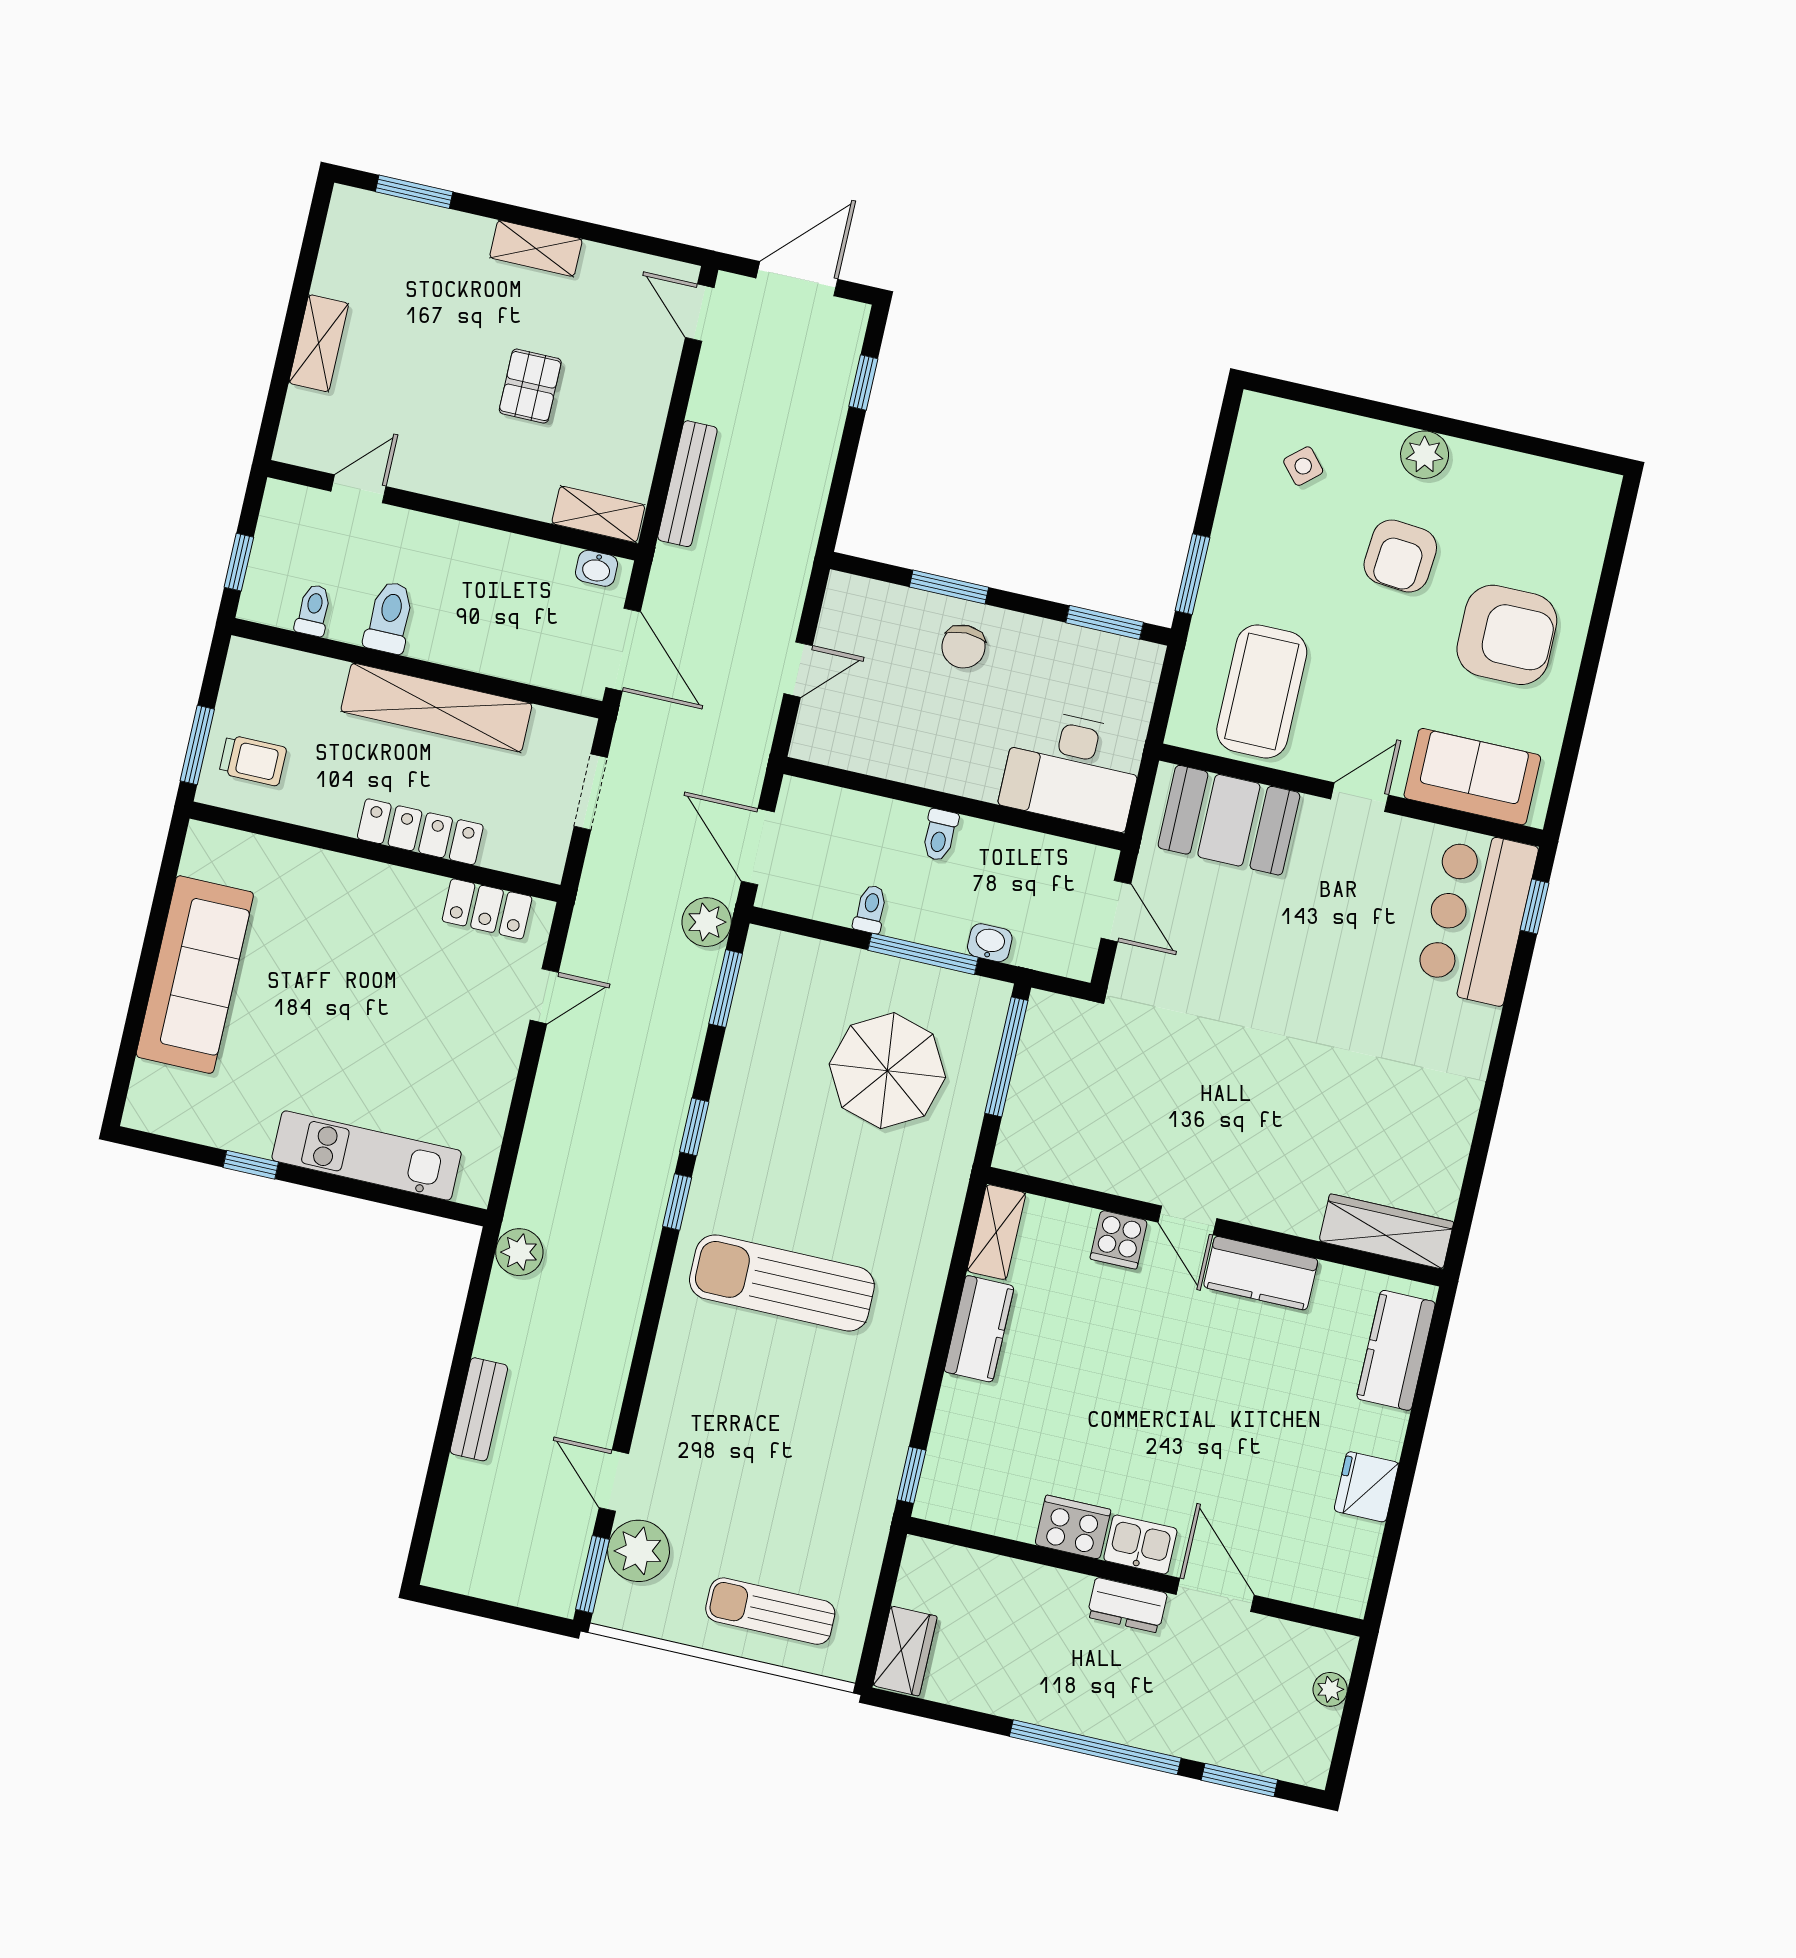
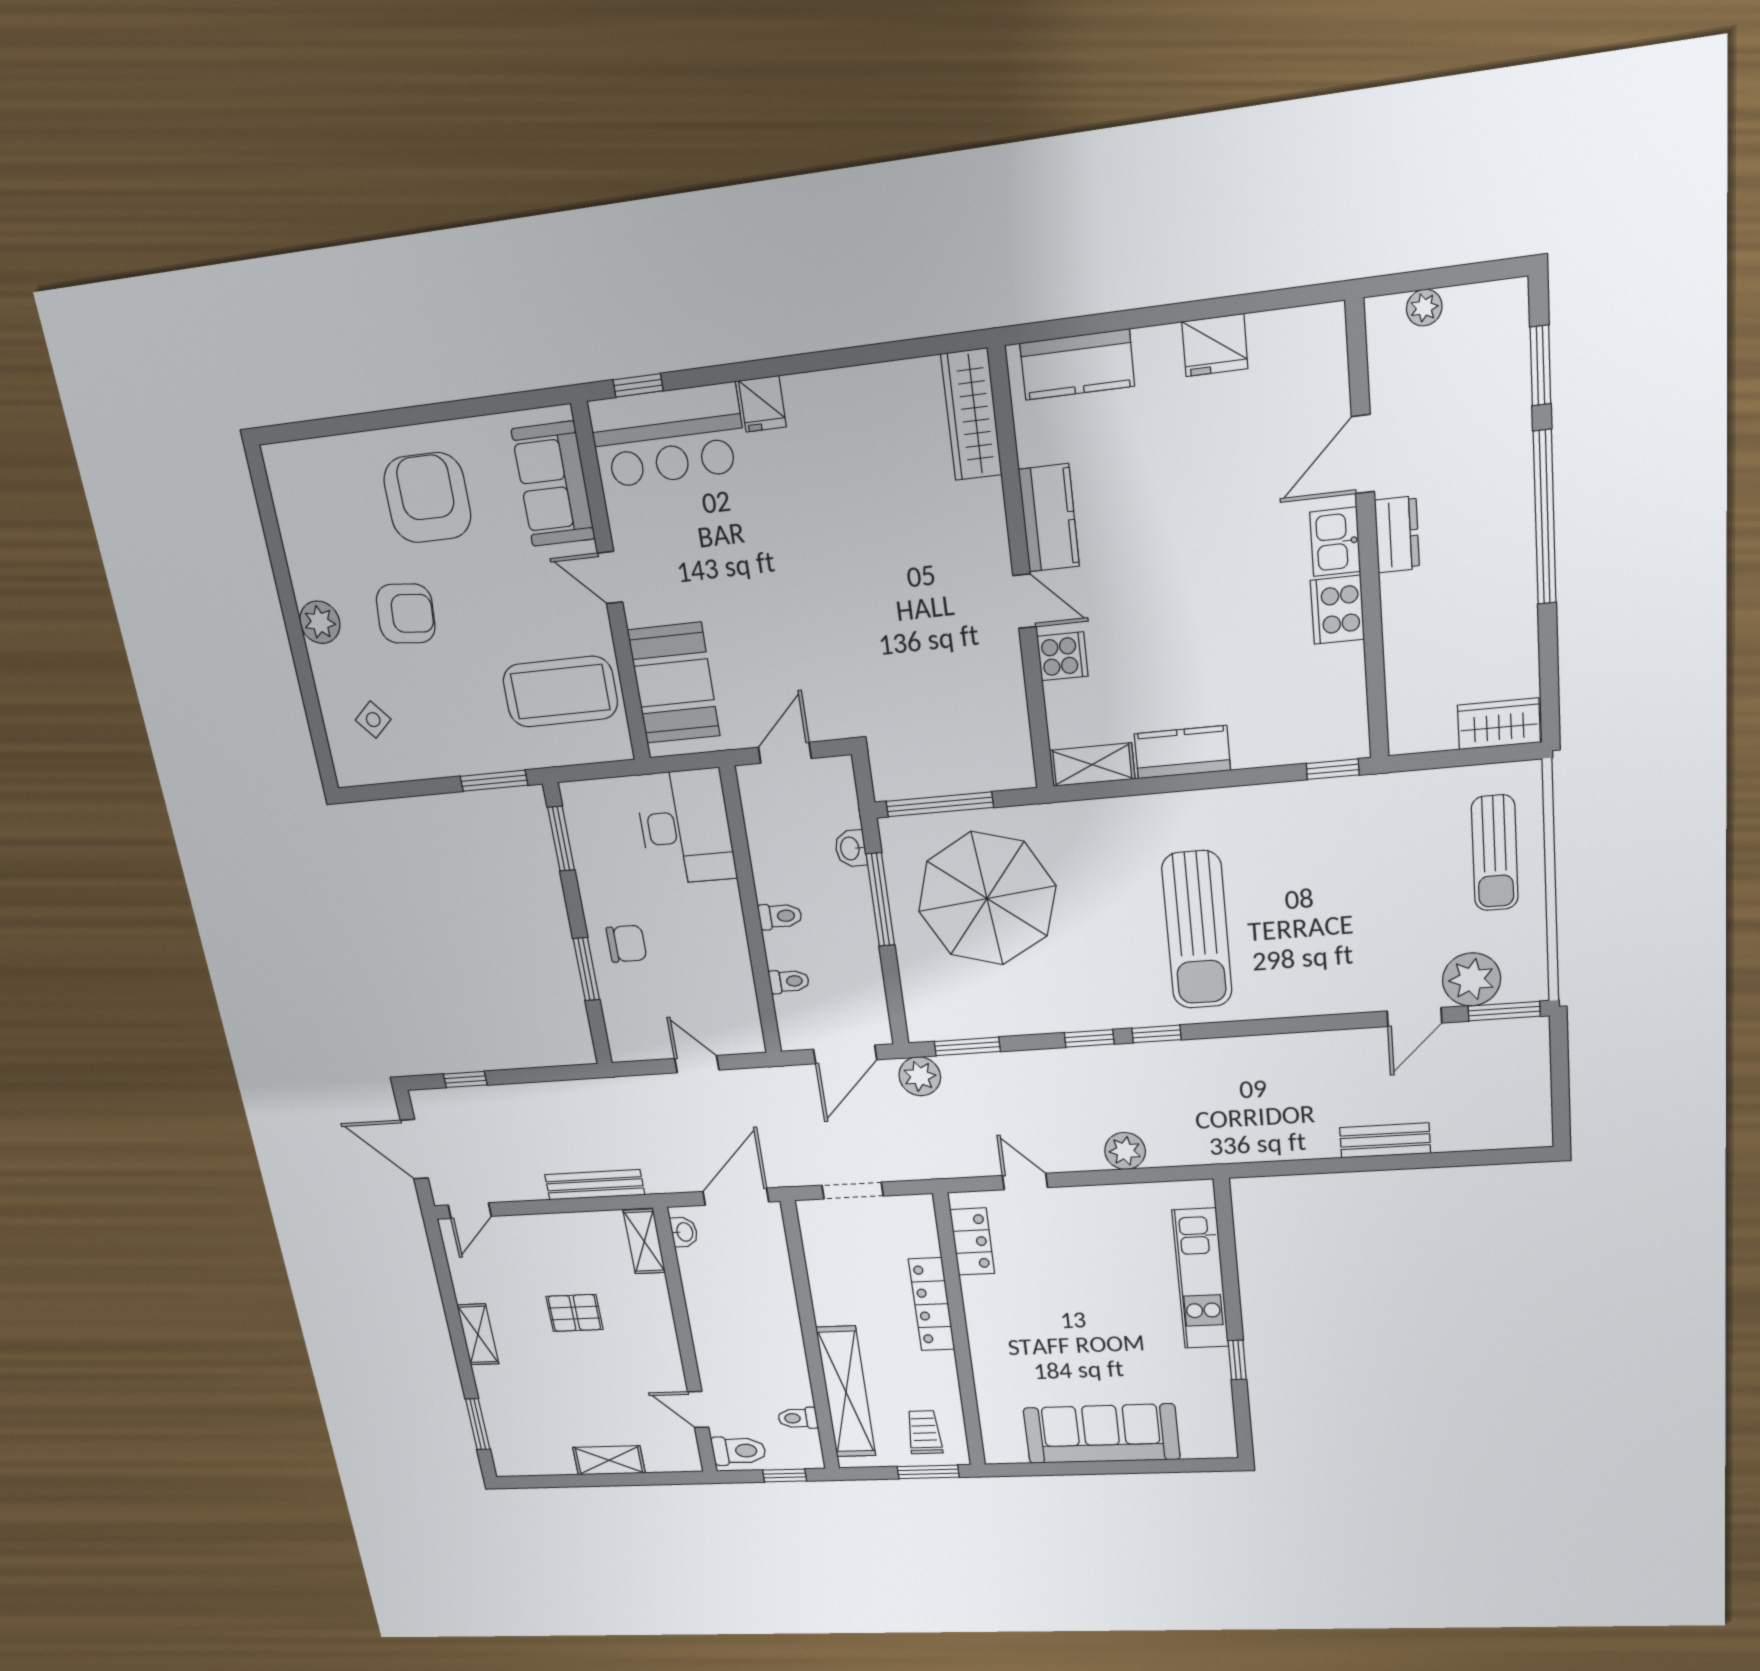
toilet: (389, 617) -> (739, 1451), moved, turned 180
shelving: (436, 708) -> (846, 1392), moved
toilet: (870, 909) -> (789, 981), moved, turned 180
fridge: (1471, 1026) -> (762, 404), added
parasol: (887, 1071) -> (987, 899), width x1.36, depth x1.36
door: (1187, 1220) -> (1025, 601), hinge flipped
plant: (519, 1252) -> (1125, 1151), moved

